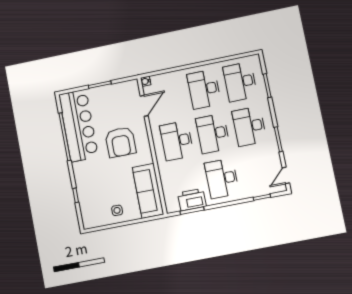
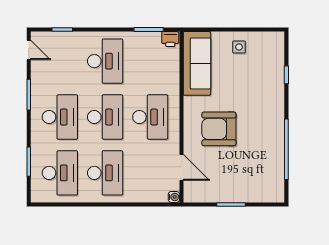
door: (144, 106) -> (181, 167), swing flipped
bar counter: (78, 126) -> (267, 159), removed
armchair: (121, 142) -> (219, 129), turned -90
door: (286, 175) -> (29, 50), hinge flipped
printer: (192, 200) -> (170, 39), moved, width x0.53, depth x0.68

